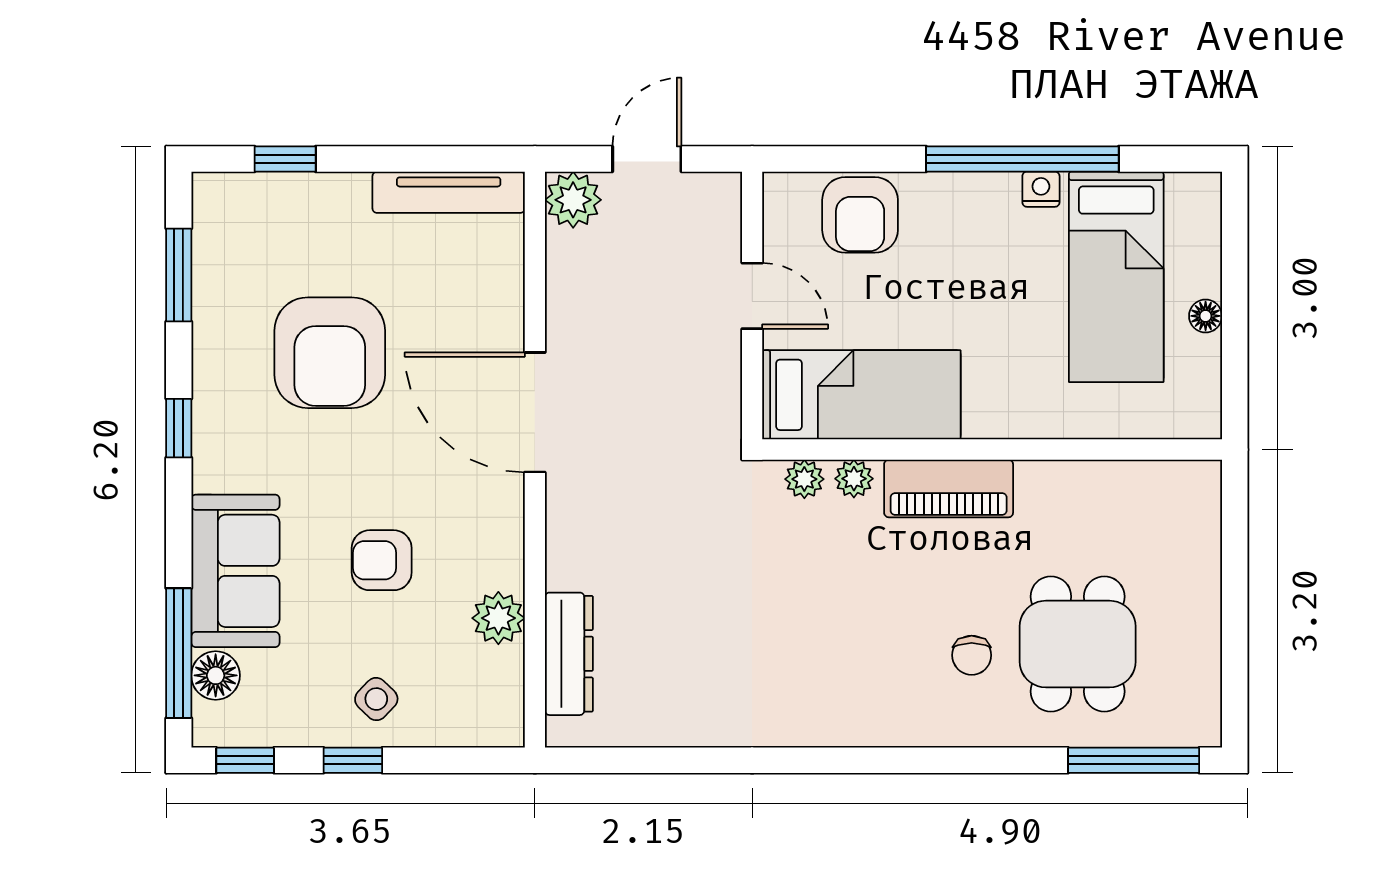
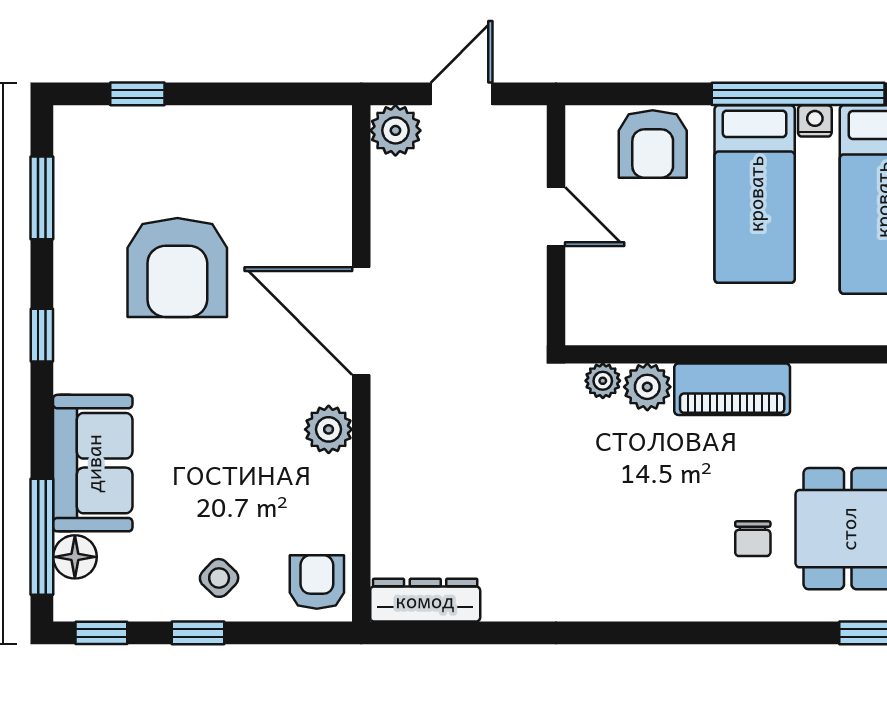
tv unit: (449, 192) -> (284, 124), removed
bed: (861, 395) -> (755, 194), moved, turned 90
plant: (854, 479) -> (647, 387), width x1.38, depth x1.38
armchair: (382, 560) -> (317, 582), moved, turned 90
plant: (498, 618) -> (329, 429), moved
dresser: (569, 654) -> (425, 600), moved, turned -90

